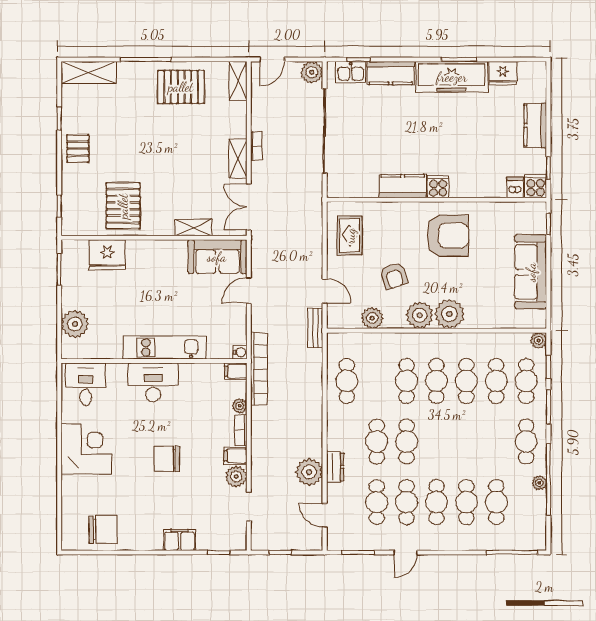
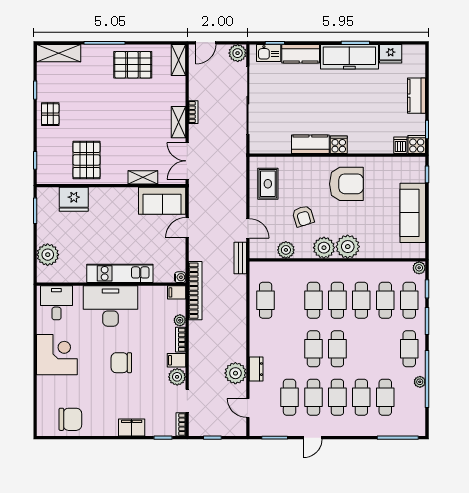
desk: (153, 382) -> (111, 306), width x1.36, depth x1.30
cafe table: (377, 442) -> (337, 349), moved
bookcase: (241, 536) -> (181, 424), added

